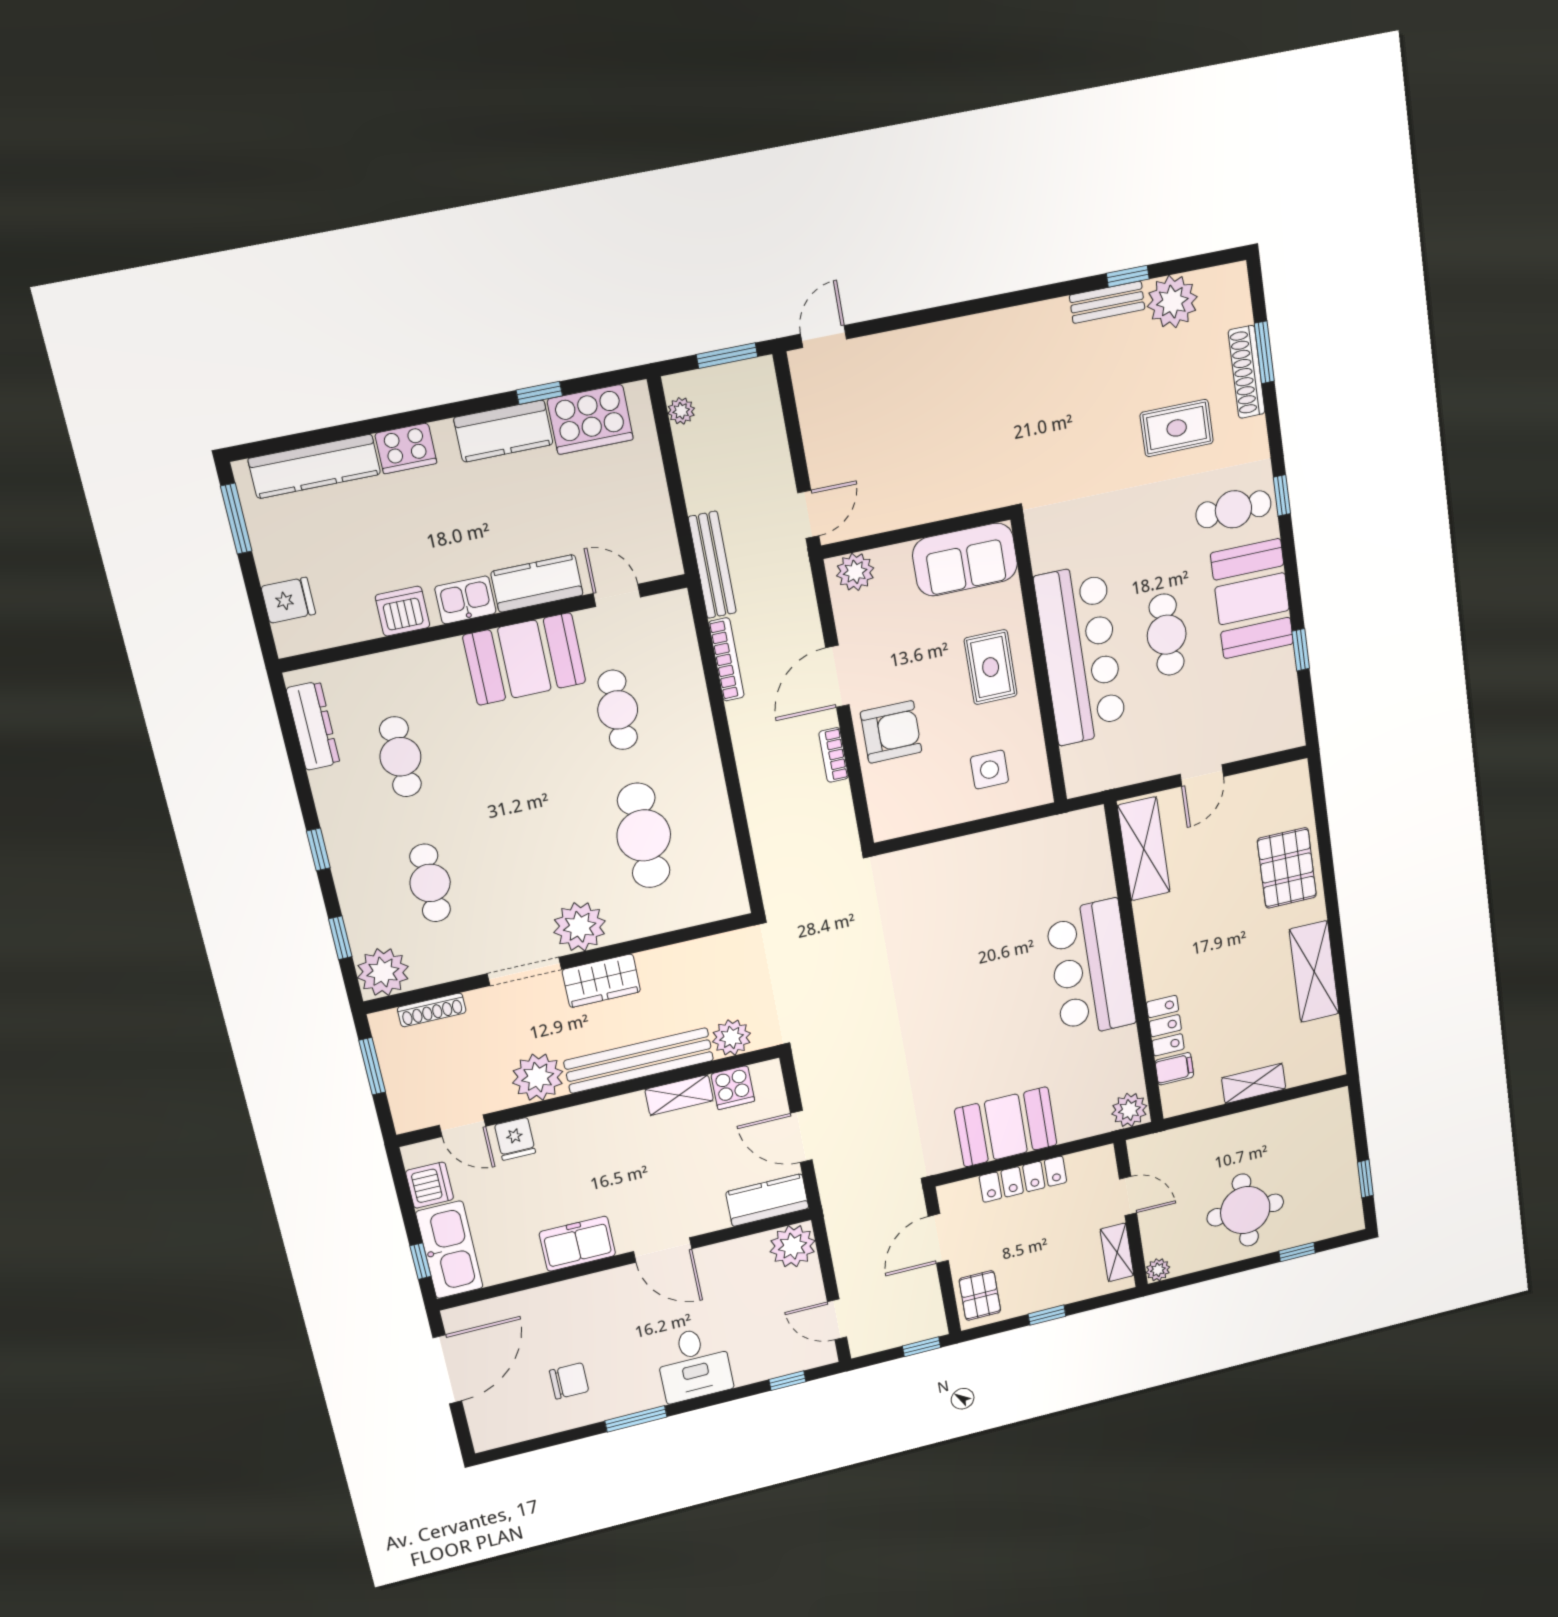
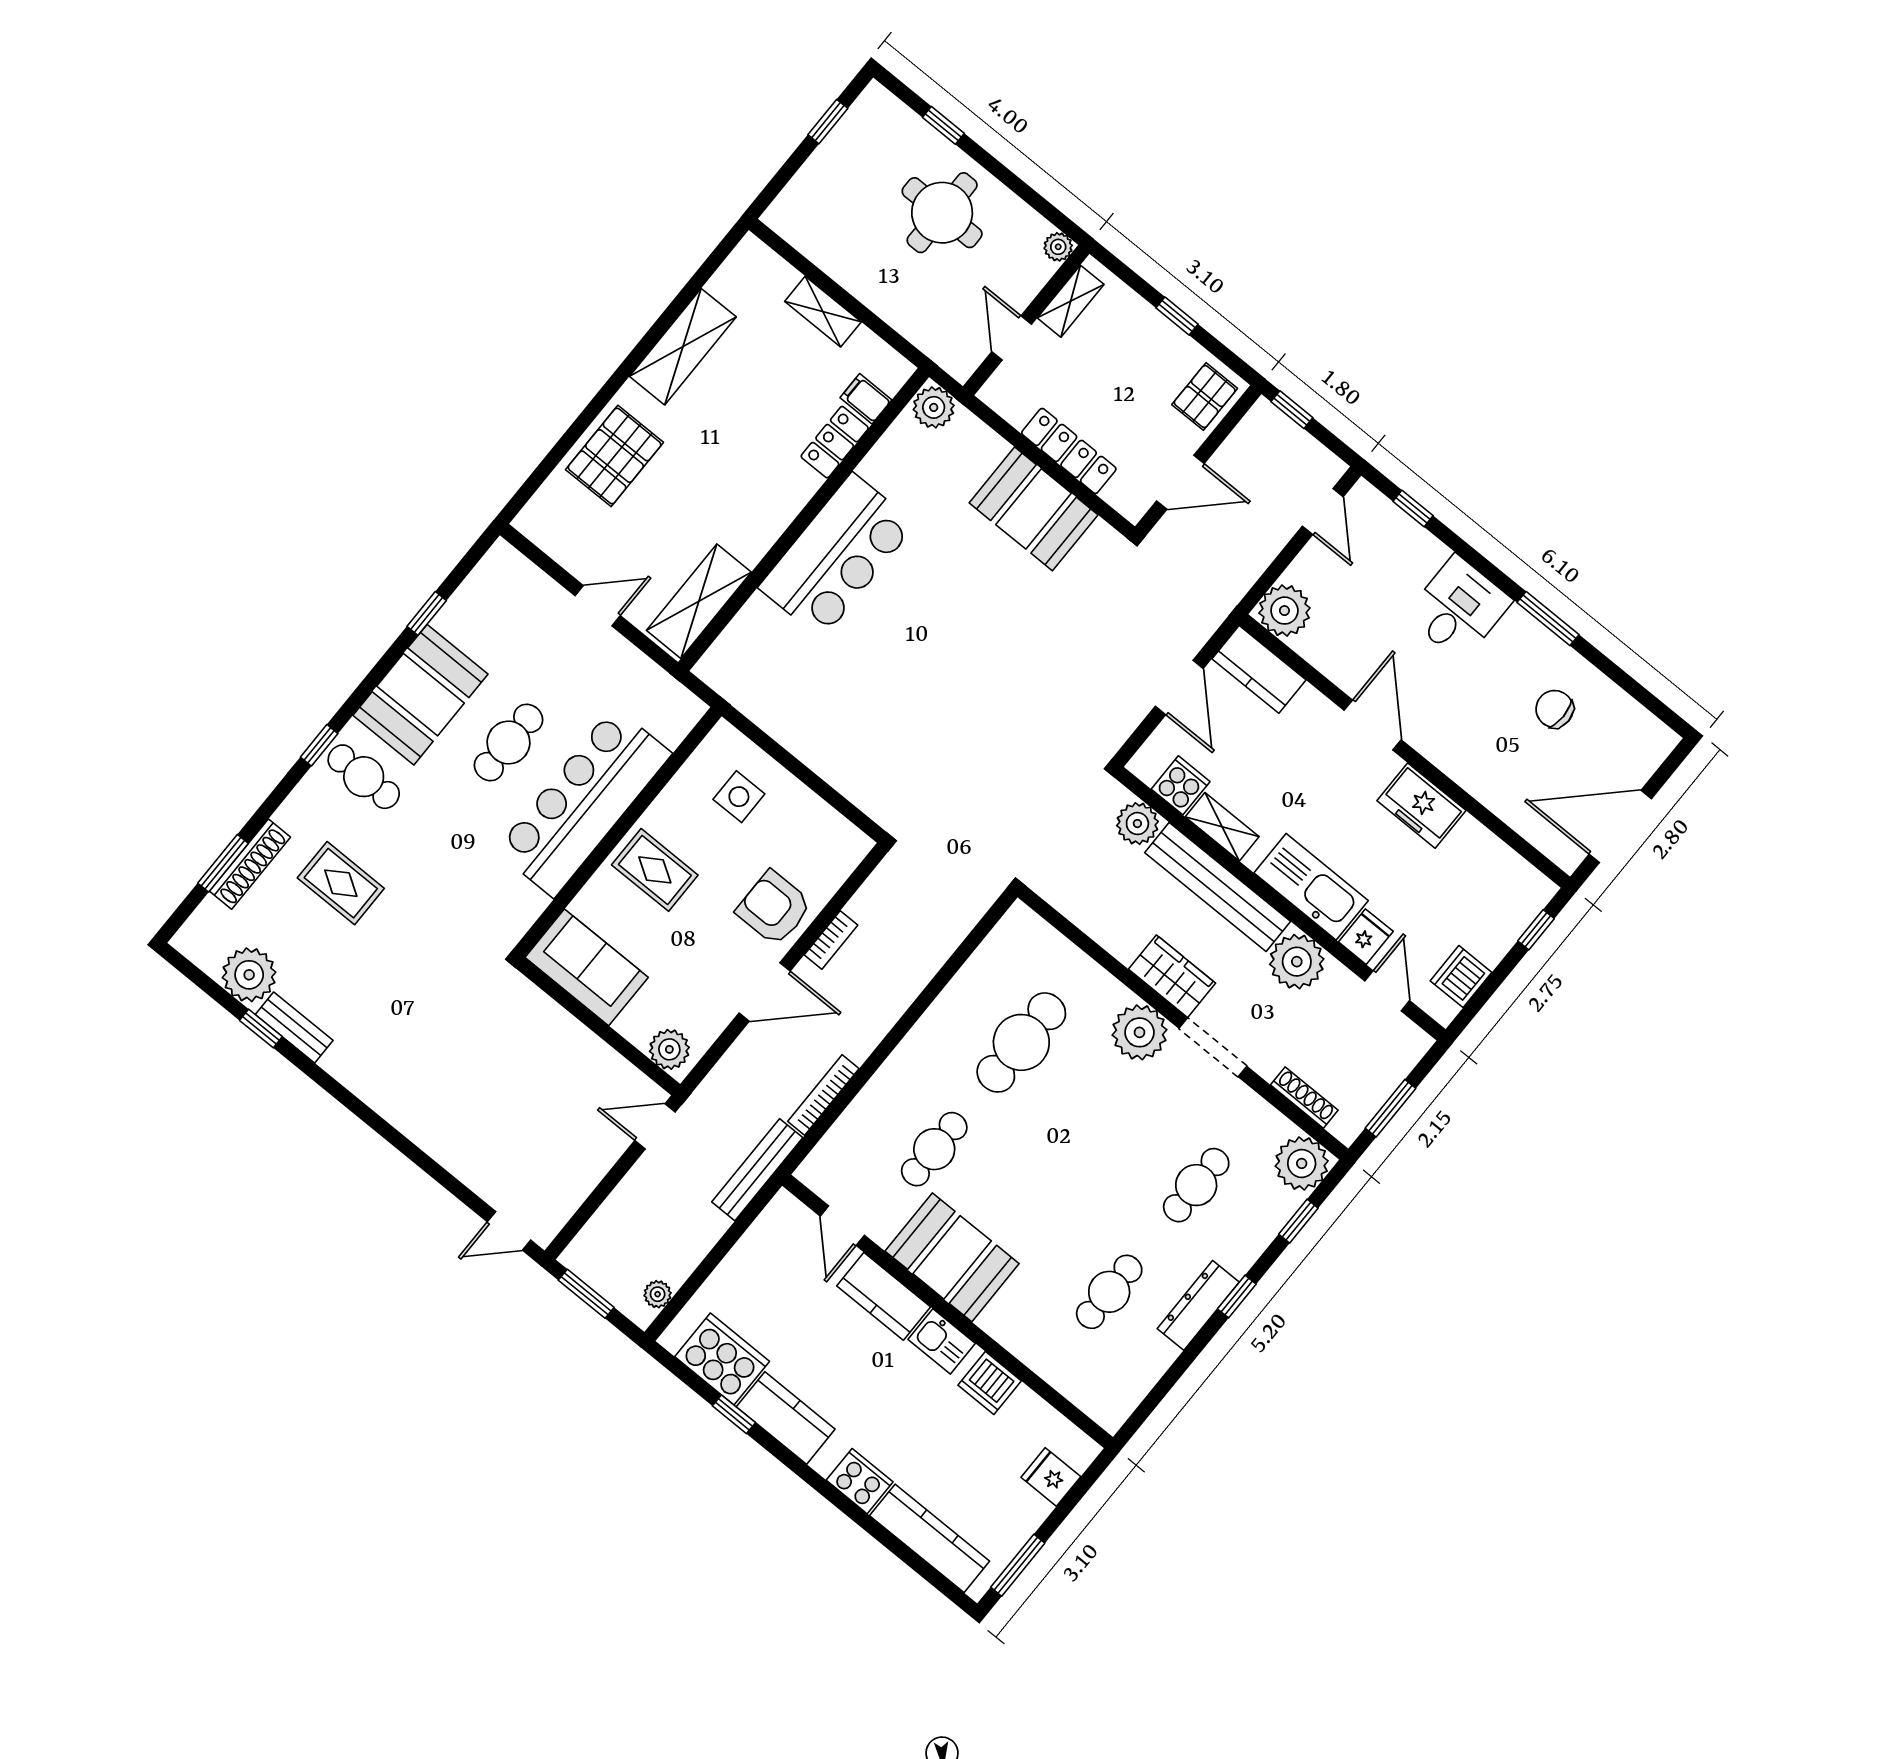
rug: (991, 667) -> (655, 870), turned 90
dresser: (313, 726) -> (1198, 1305), moved
kitchen sink: (449, 1250) -> (1311, 887), moved, turned 90

